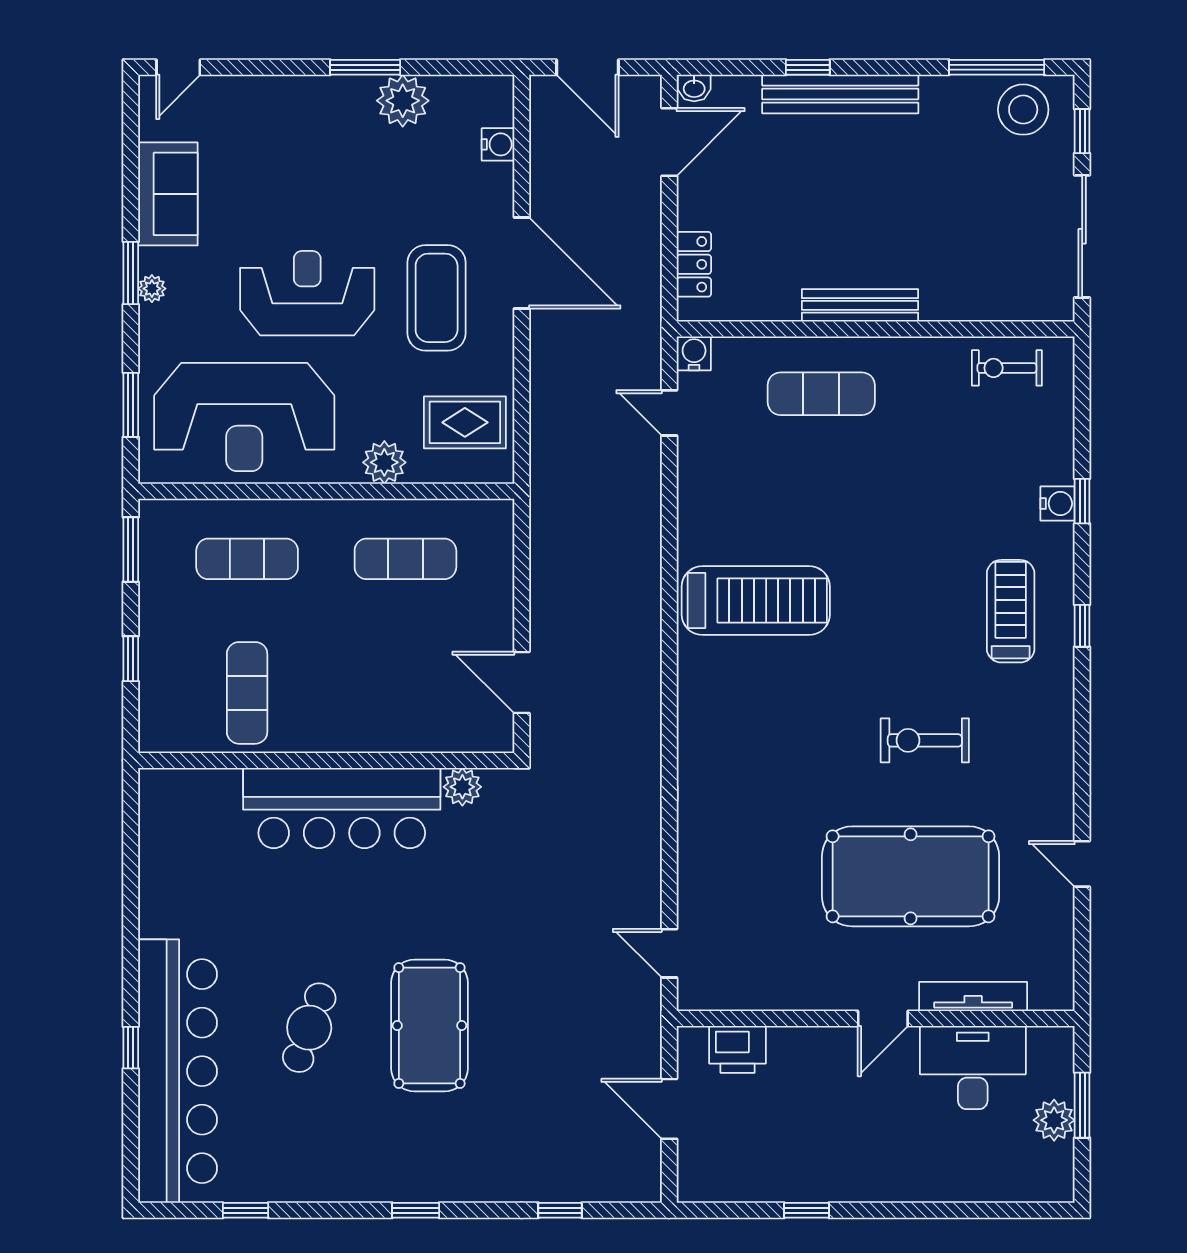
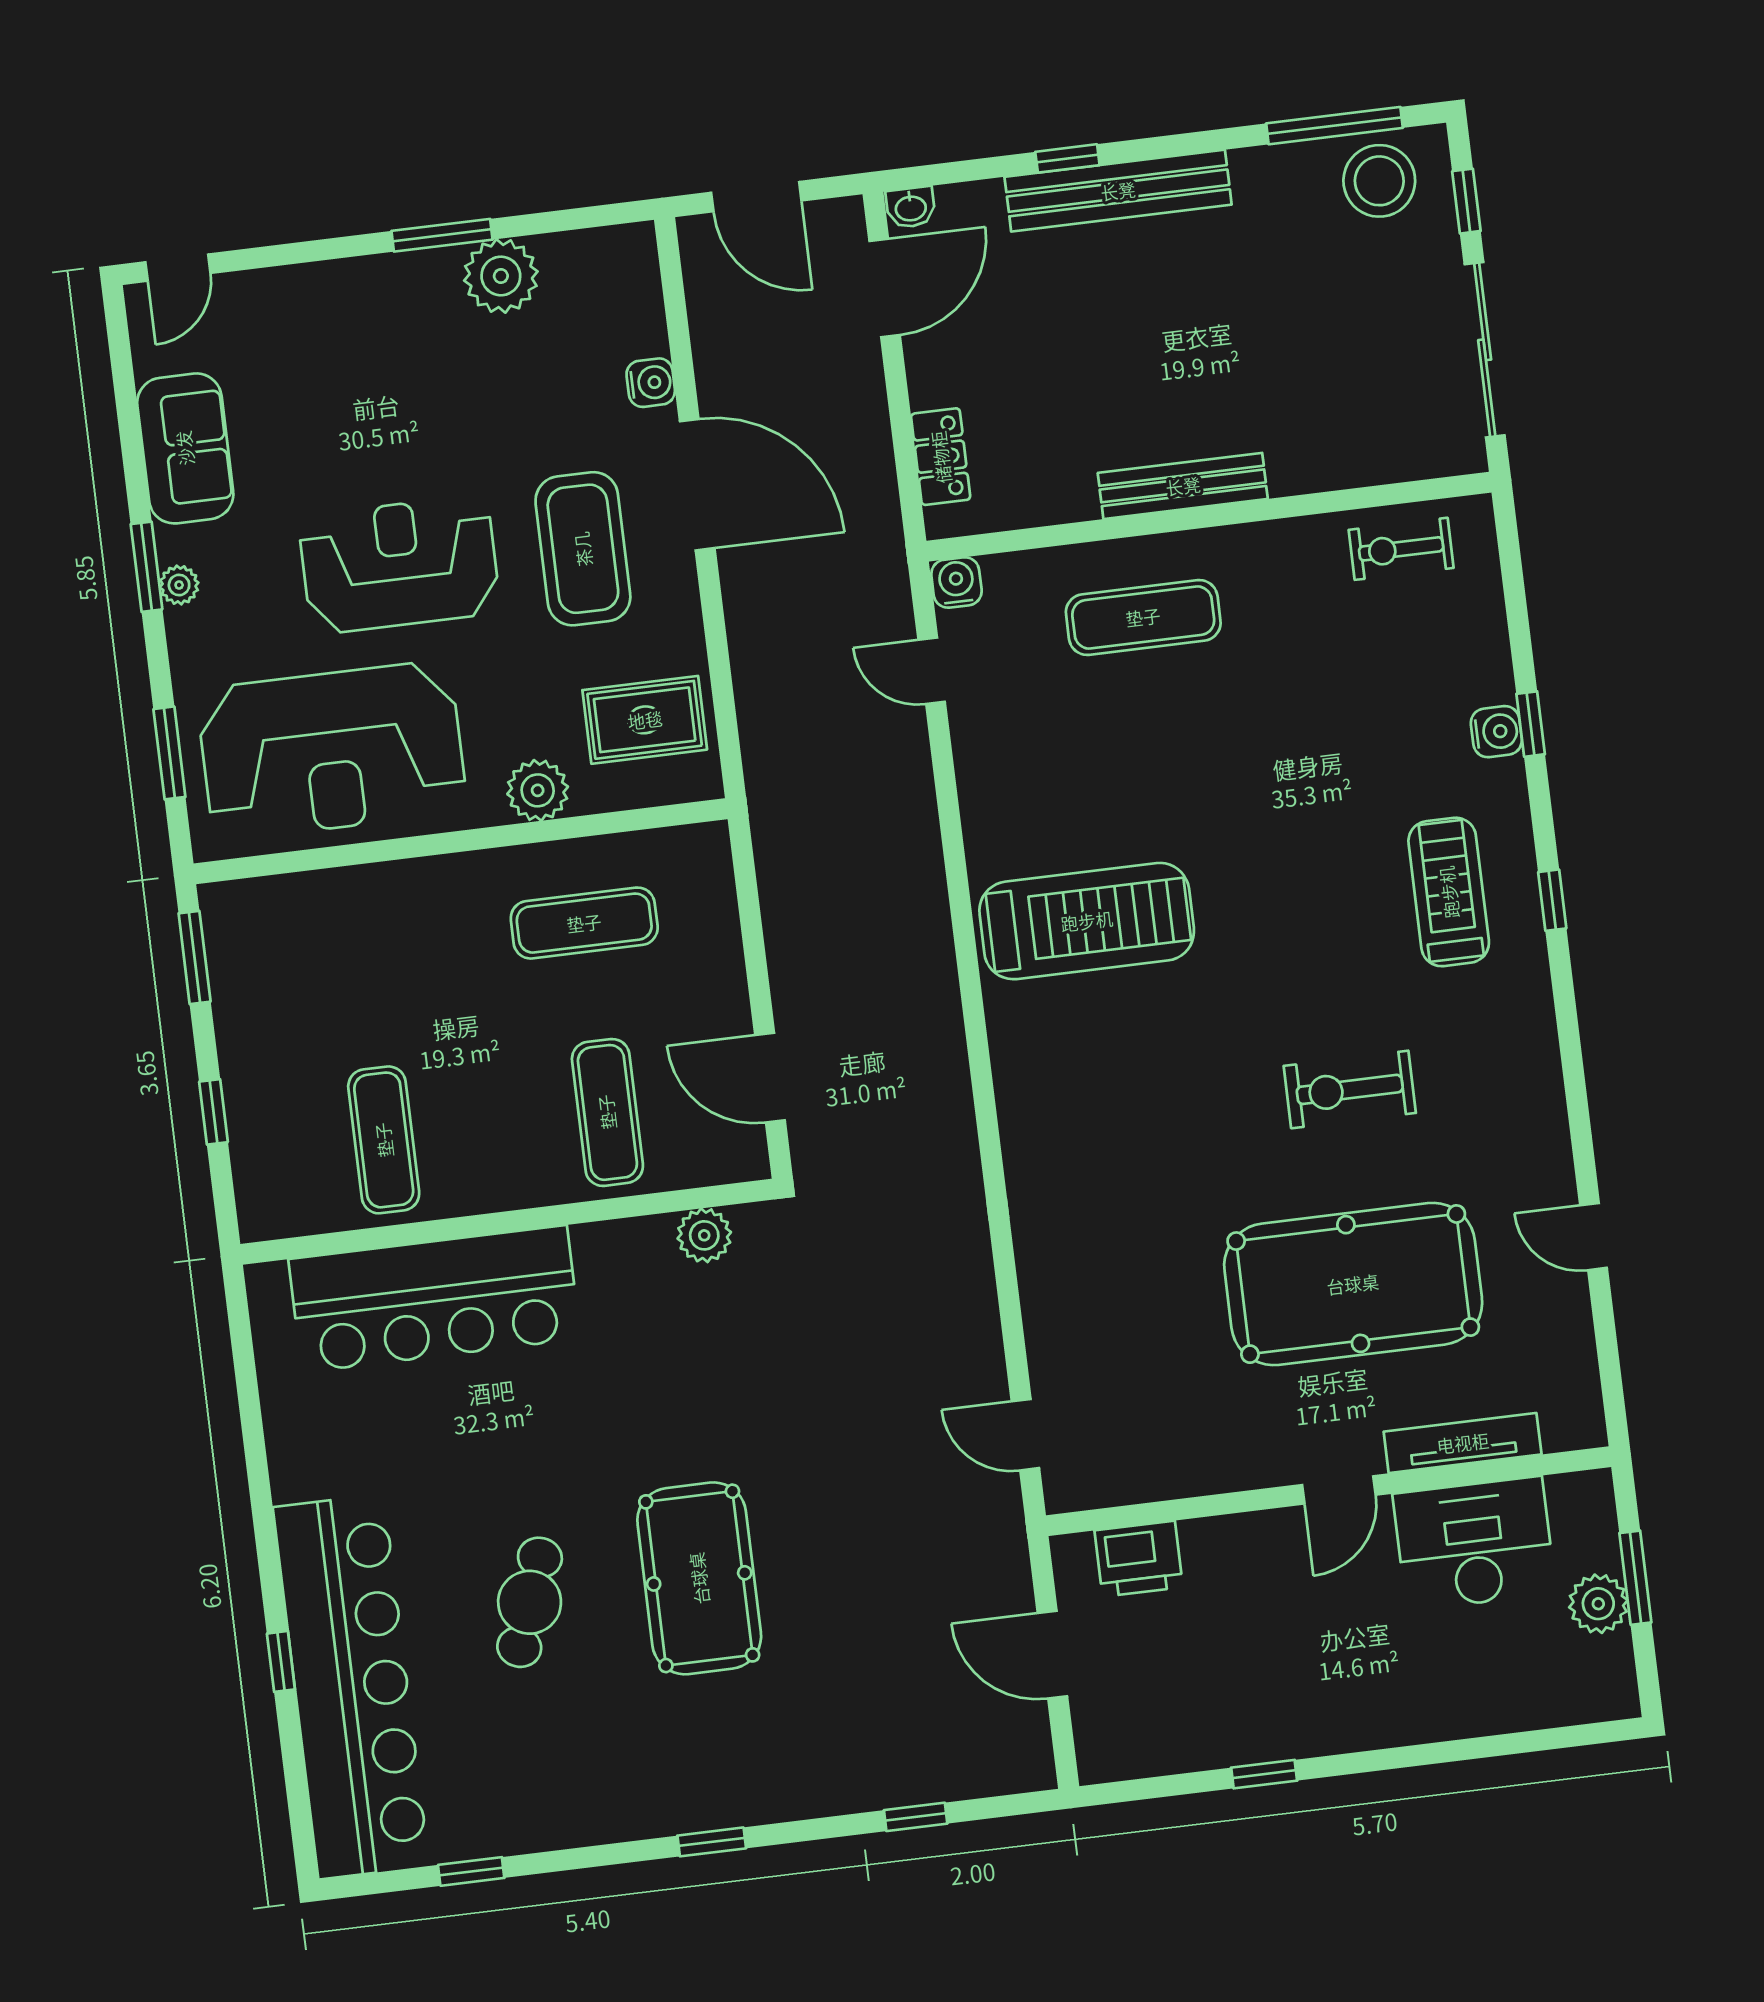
water cooler: (498, 144) -> (651, 383), moved
exercise mat: (247, 559) -> (607, 1112), moved, turned 90
bar counter: (342, 808) -> (434, 1299), moved

